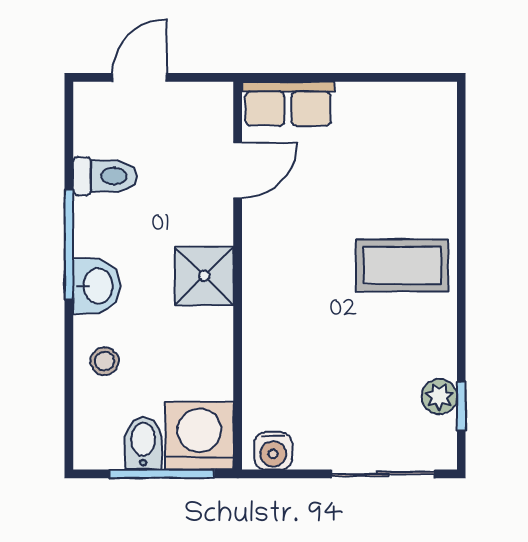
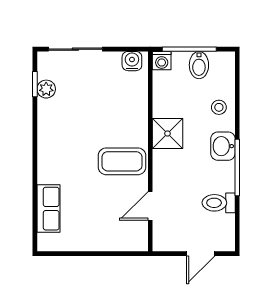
row of seats: (288, 104) -> (48, 209), moved, turned 90
coffee table: (402, 266) -> (122, 161), moved
shower: (204, 276) -> (167, 133), moved
washing machine: (199, 436) -> (162, 61), width x0.53, depth x0.53

